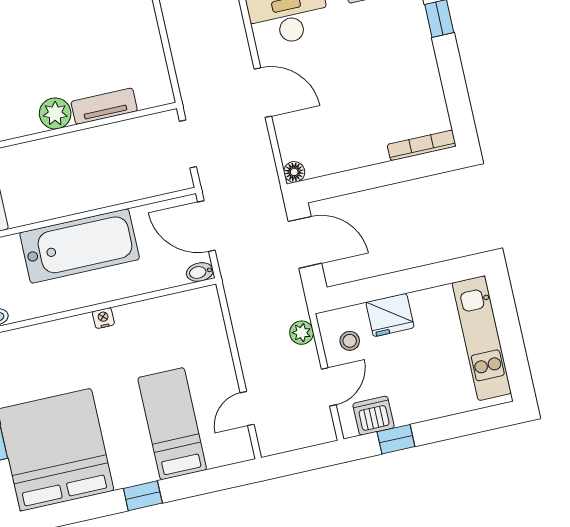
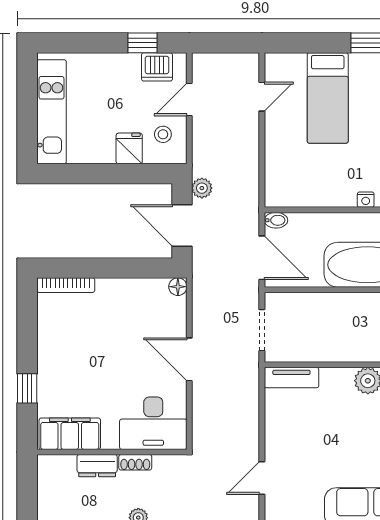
tv unit: (104, 106) -> (291, 378), moved
fridge: (390, 315) -> (129, 148), width x0.72
plant: (302, 333) -> (202, 188), moved

